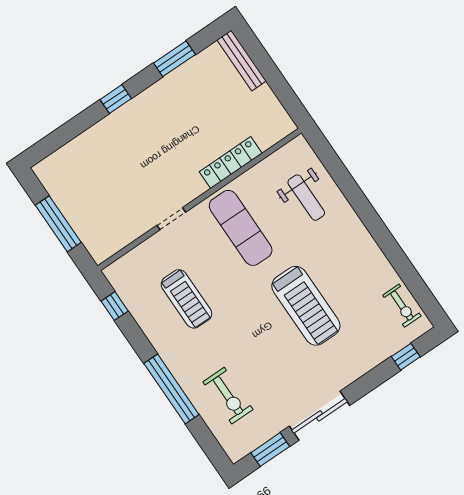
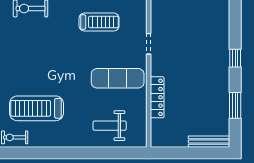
treadmill: (186, 299) -> (99, 22), turned 180
treadmill: (306, 306) -> (37, 108), moved

